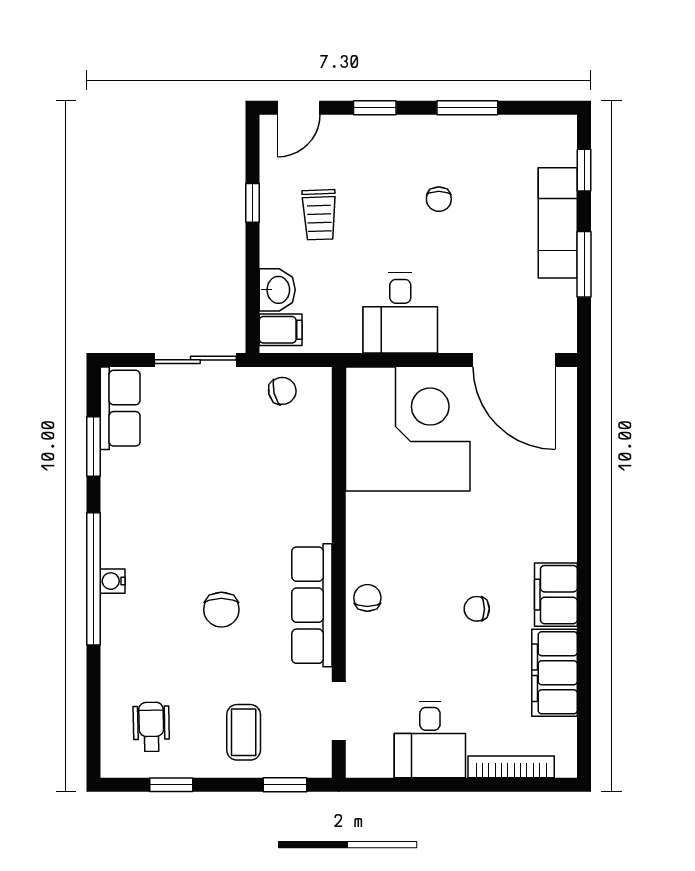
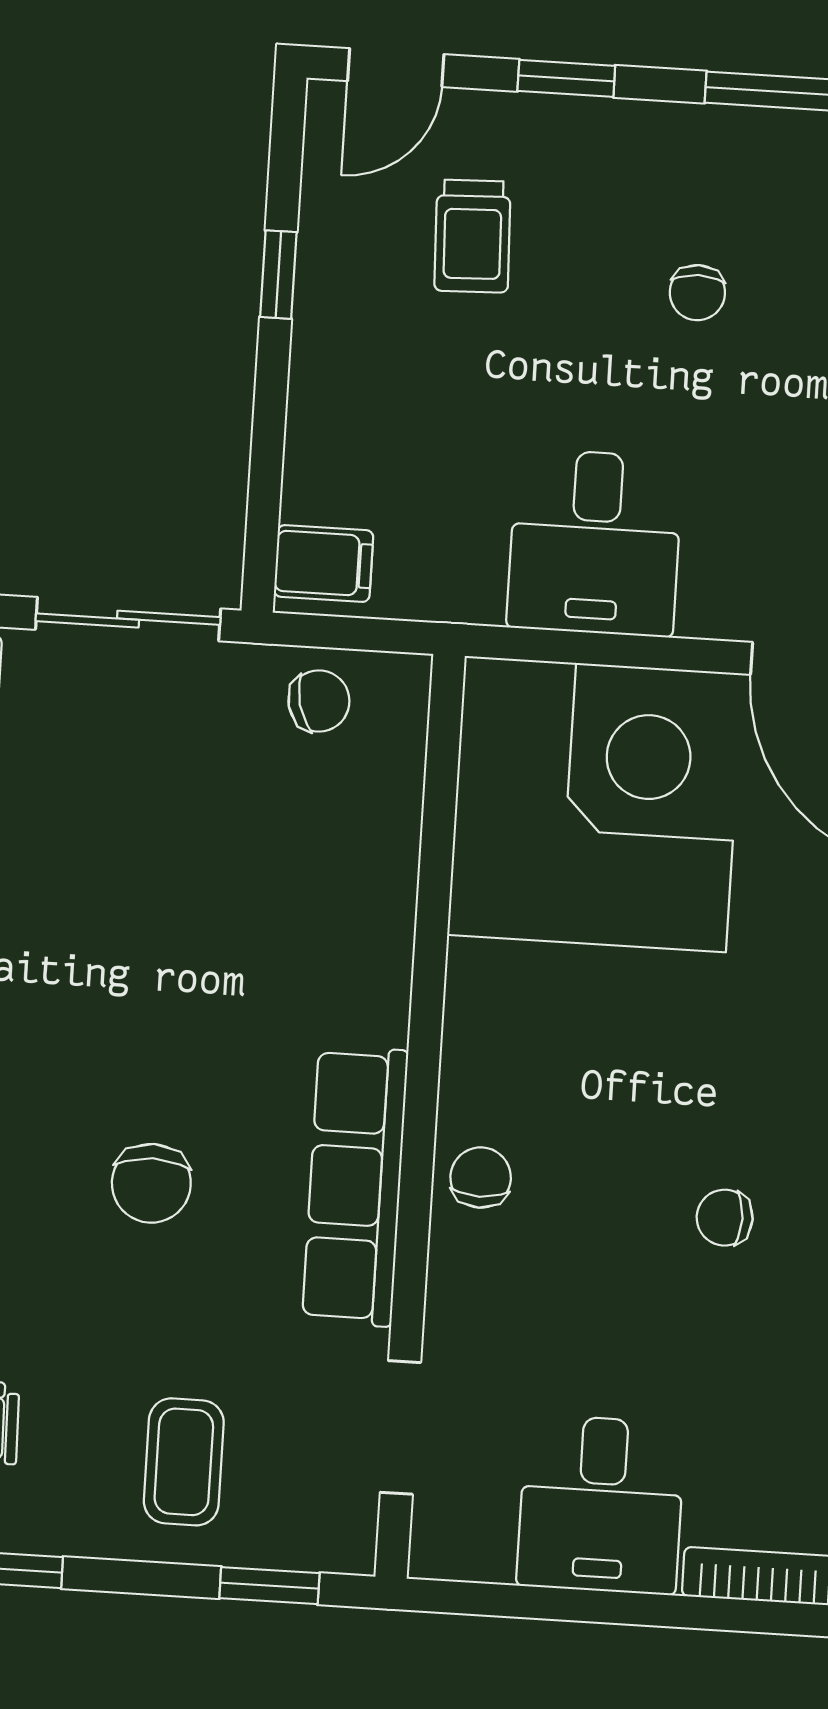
trolley: (319, 215) -> (473, 236), moved
washbasin: (277, 290) -> (322, 473), removed

